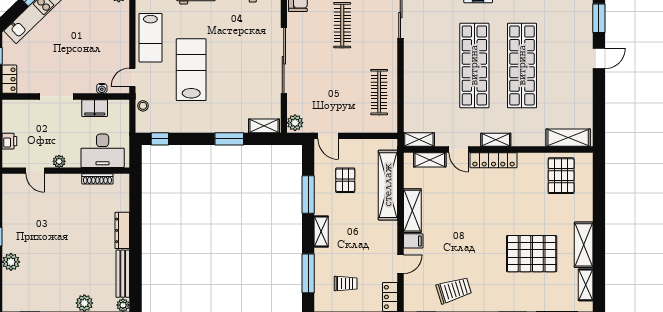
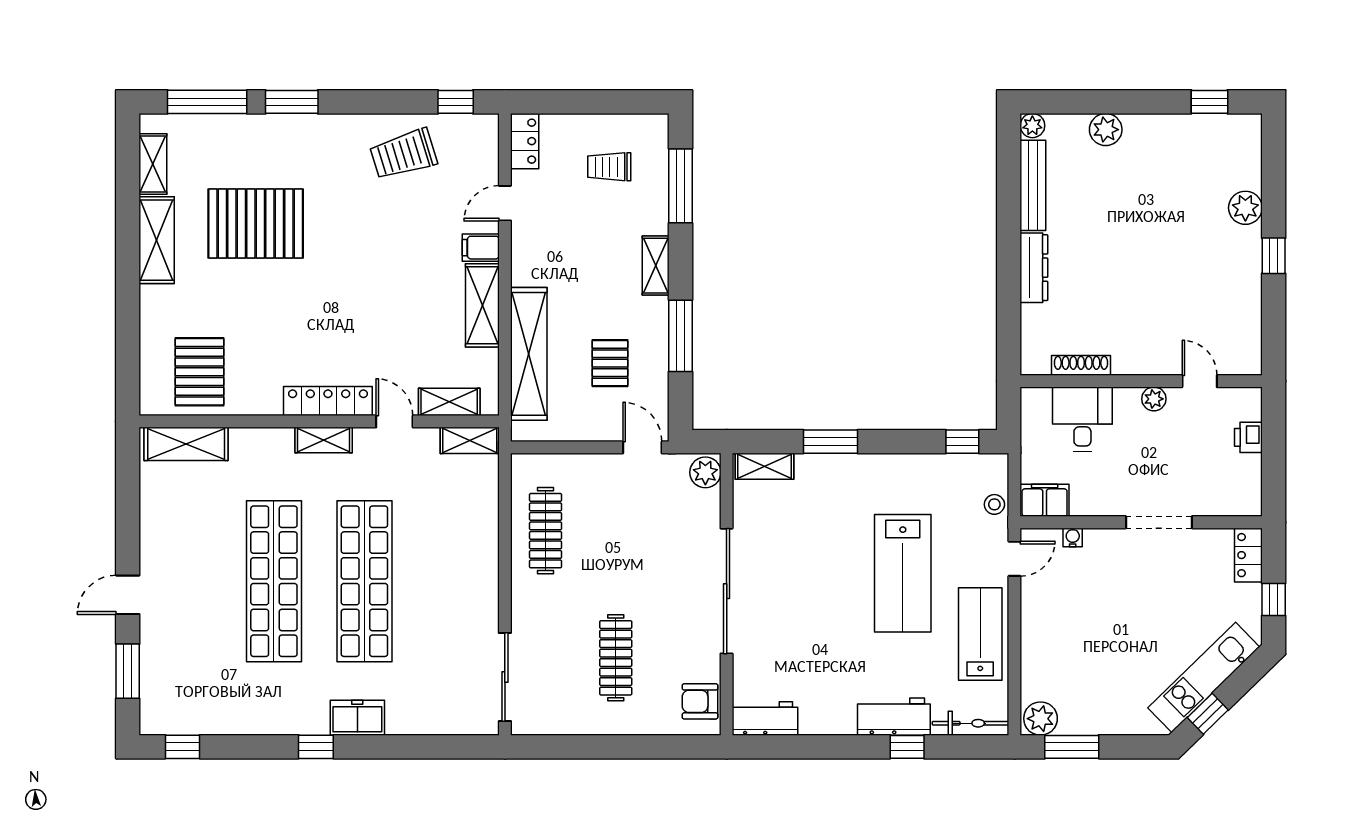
filing cabinet: (95, 108) -> (1045, 500), moved
desk: (103, 151) -> (1082, 419), width x0.73

